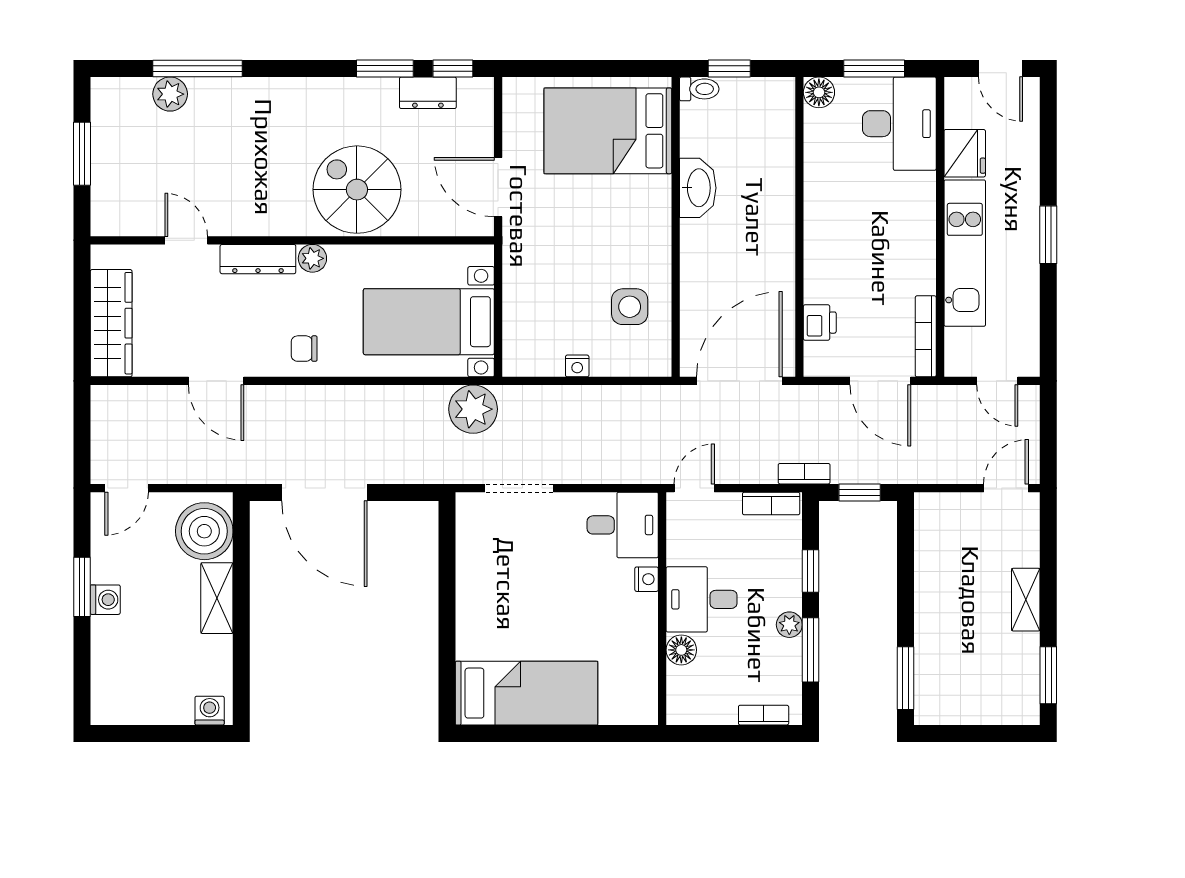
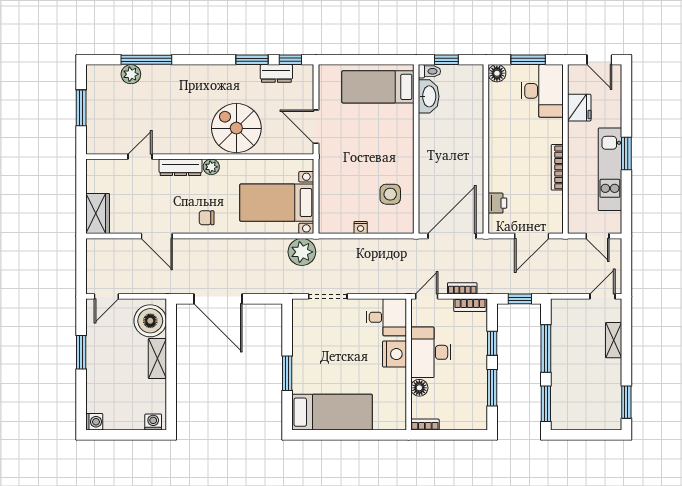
bed: (608, 131) -> (378, 87), width x0.67
washbasin: (698, 188) -> (429, 96), moved
door: (186, 240) -> (140, 157), hinge flipped
kitchen unit: (965, 253) -> (610, 169), moved, turned 180
wardrobe: (111, 323) -> (98, 214), width x0.67
bookcase: (926, 336) -> (557, 167), moved
door: (880, 381) -> (532, 236), hinge flipped
bookcase: (804, 474) -> (462, 288), moved
nightstand: (647, 579) -> (394, 354), width x1.89, depth x1.79
window: (906, 580) -> (546, 349), added
desk: (702, 599) -> (431, 352), width x1.37
washing machine: (105, 600) -> (94, 422), moved
shelving: (1026, 600) -> (614, 340), moved
window: (447, 624) -> (287, 373), added
plant: (789, 625) -> (480, 374), removed
bookcase: (764, 715) -> (425, 425), moved

